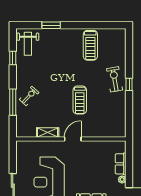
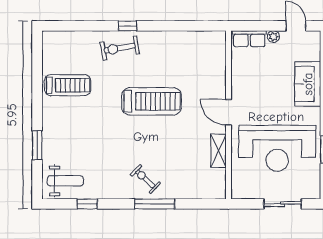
treadmill: (80, 100) -> (152, 101), width x1.37, depth x1.38
shelving: (48, 133) -> (219, 151), moved
wall: (71, 139) -> (229, 115), moved
door: (73, 139) -> (229, 112), moved

